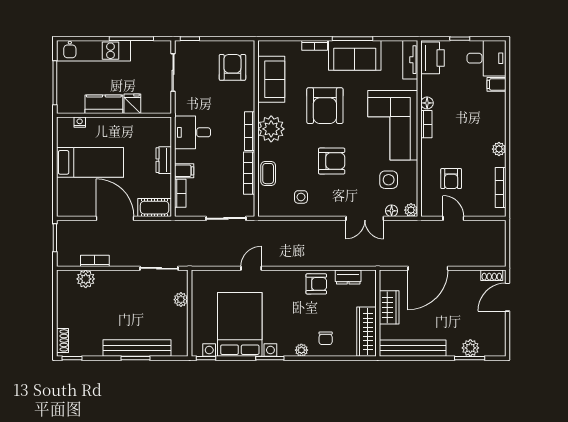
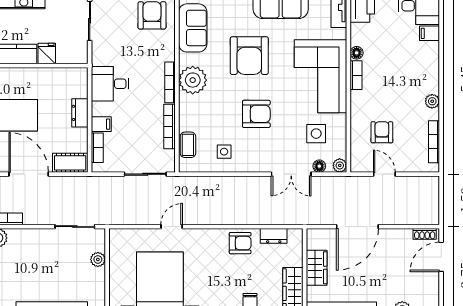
coffee table: (268, 174) -> (188, 145), moved
armchair: (451, 179) -> (382, 132), turned 180

